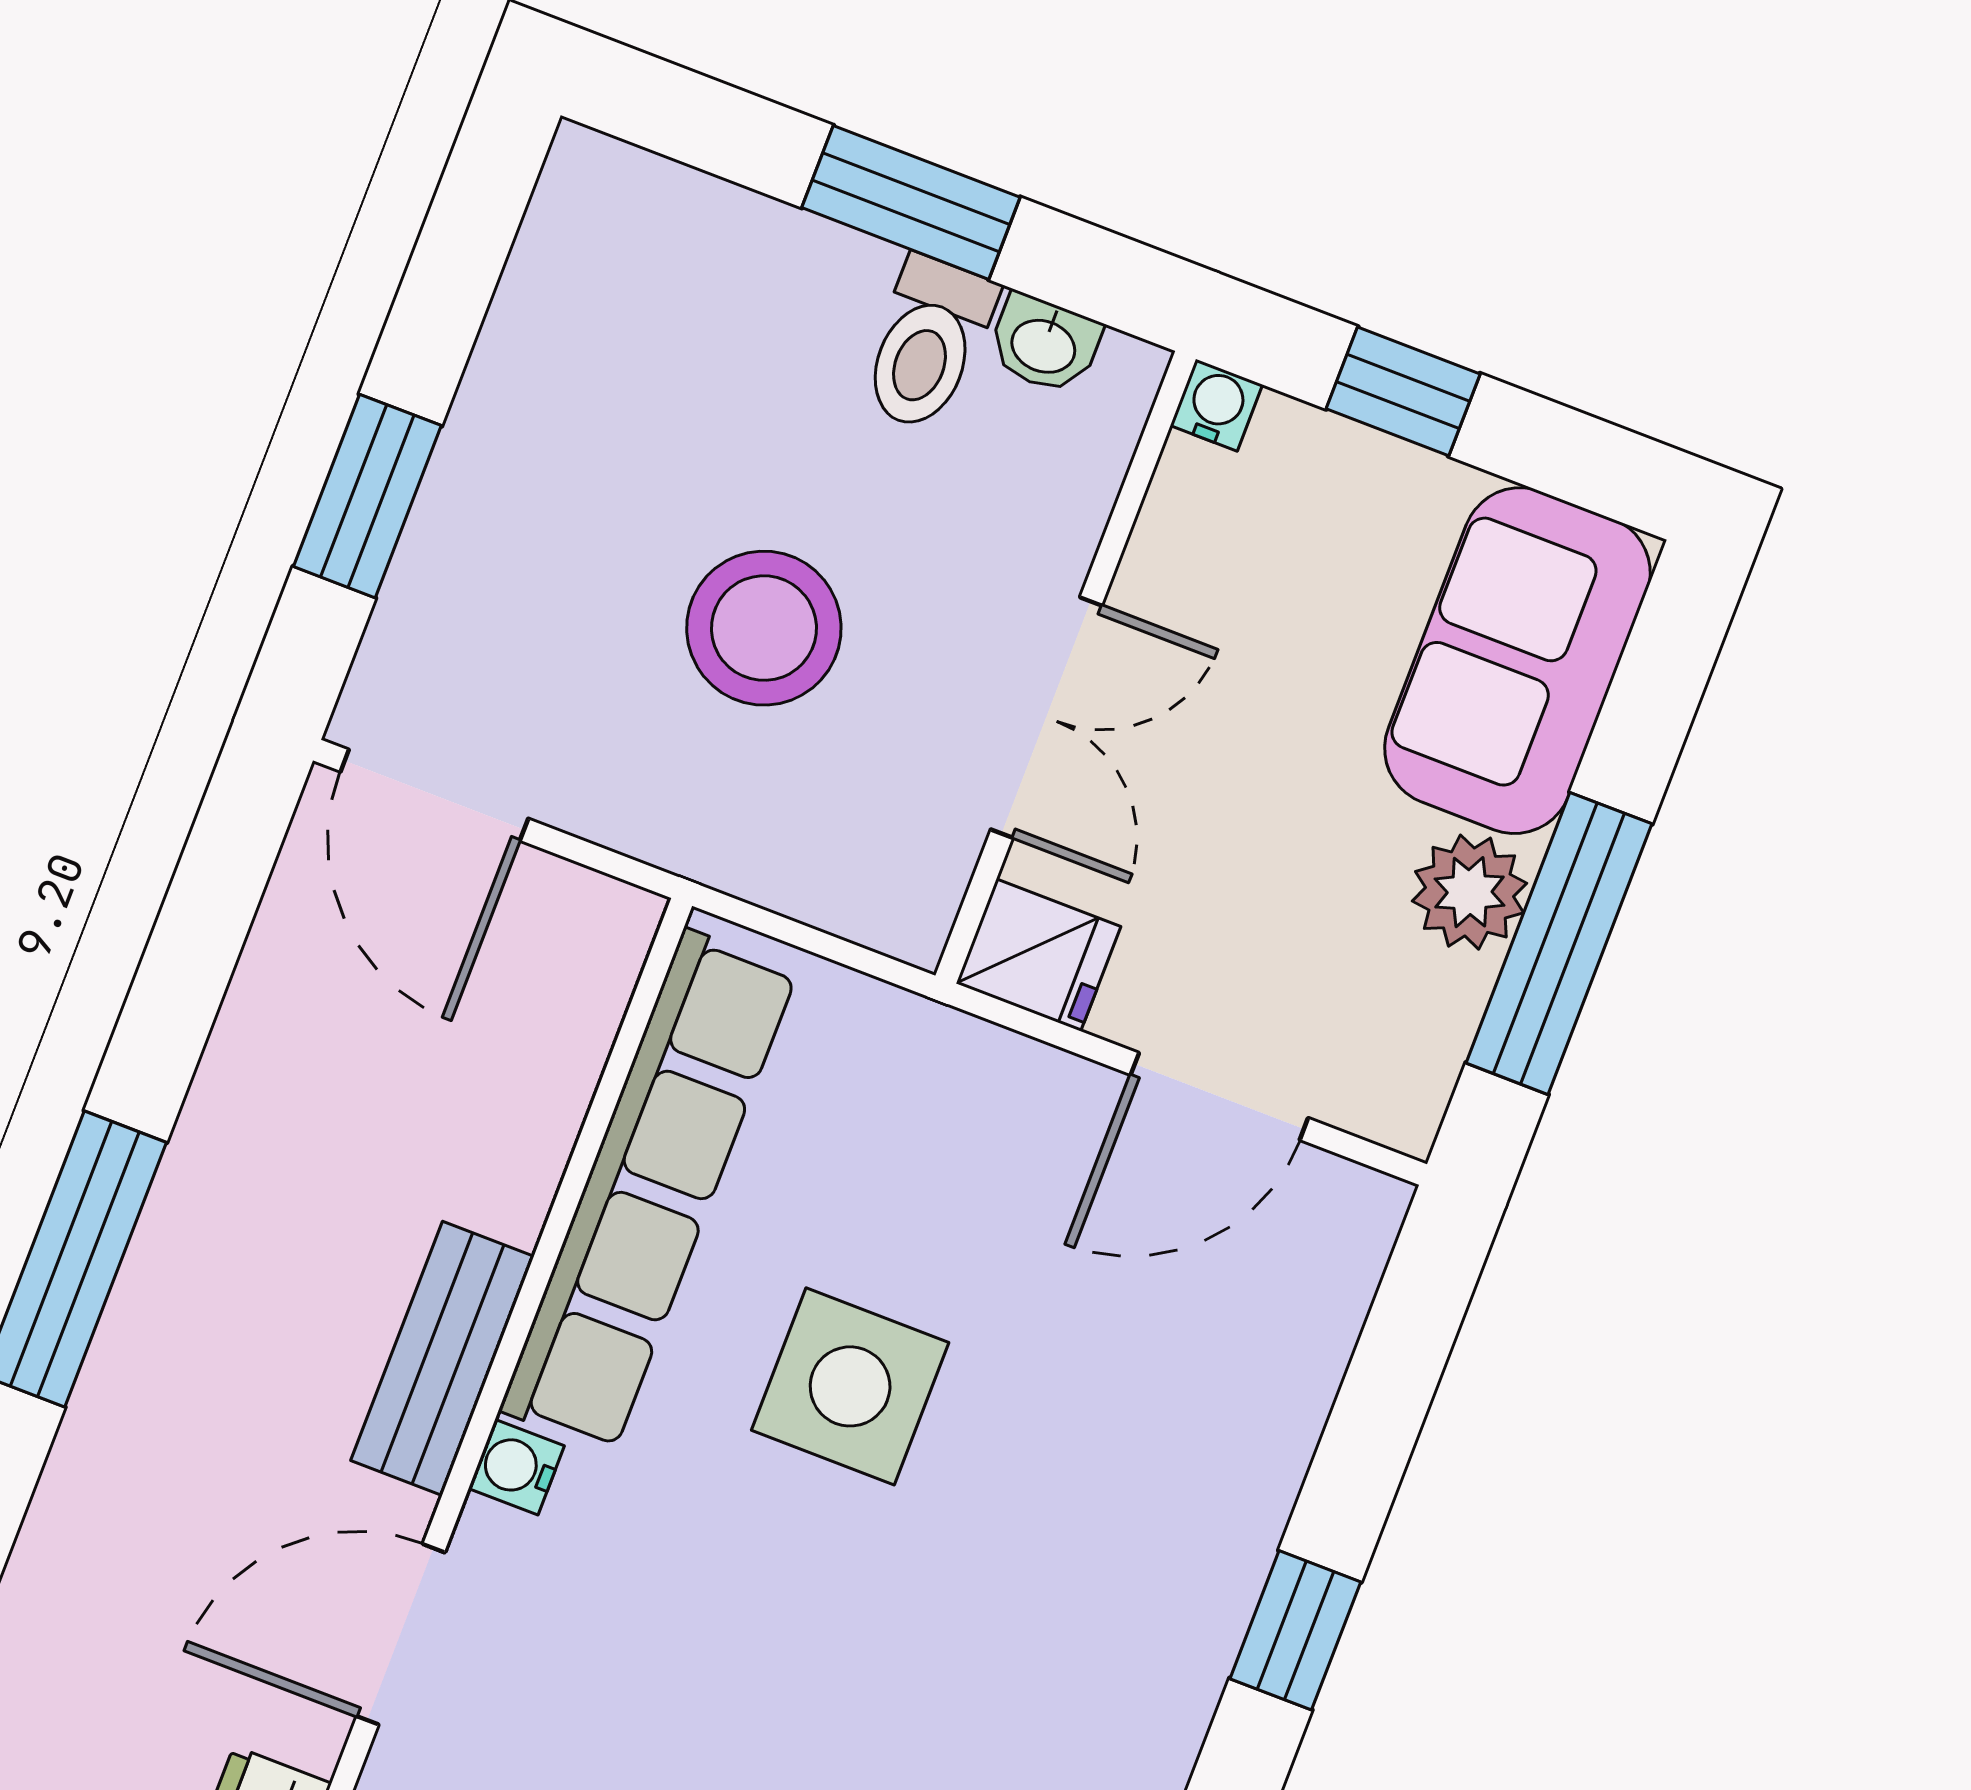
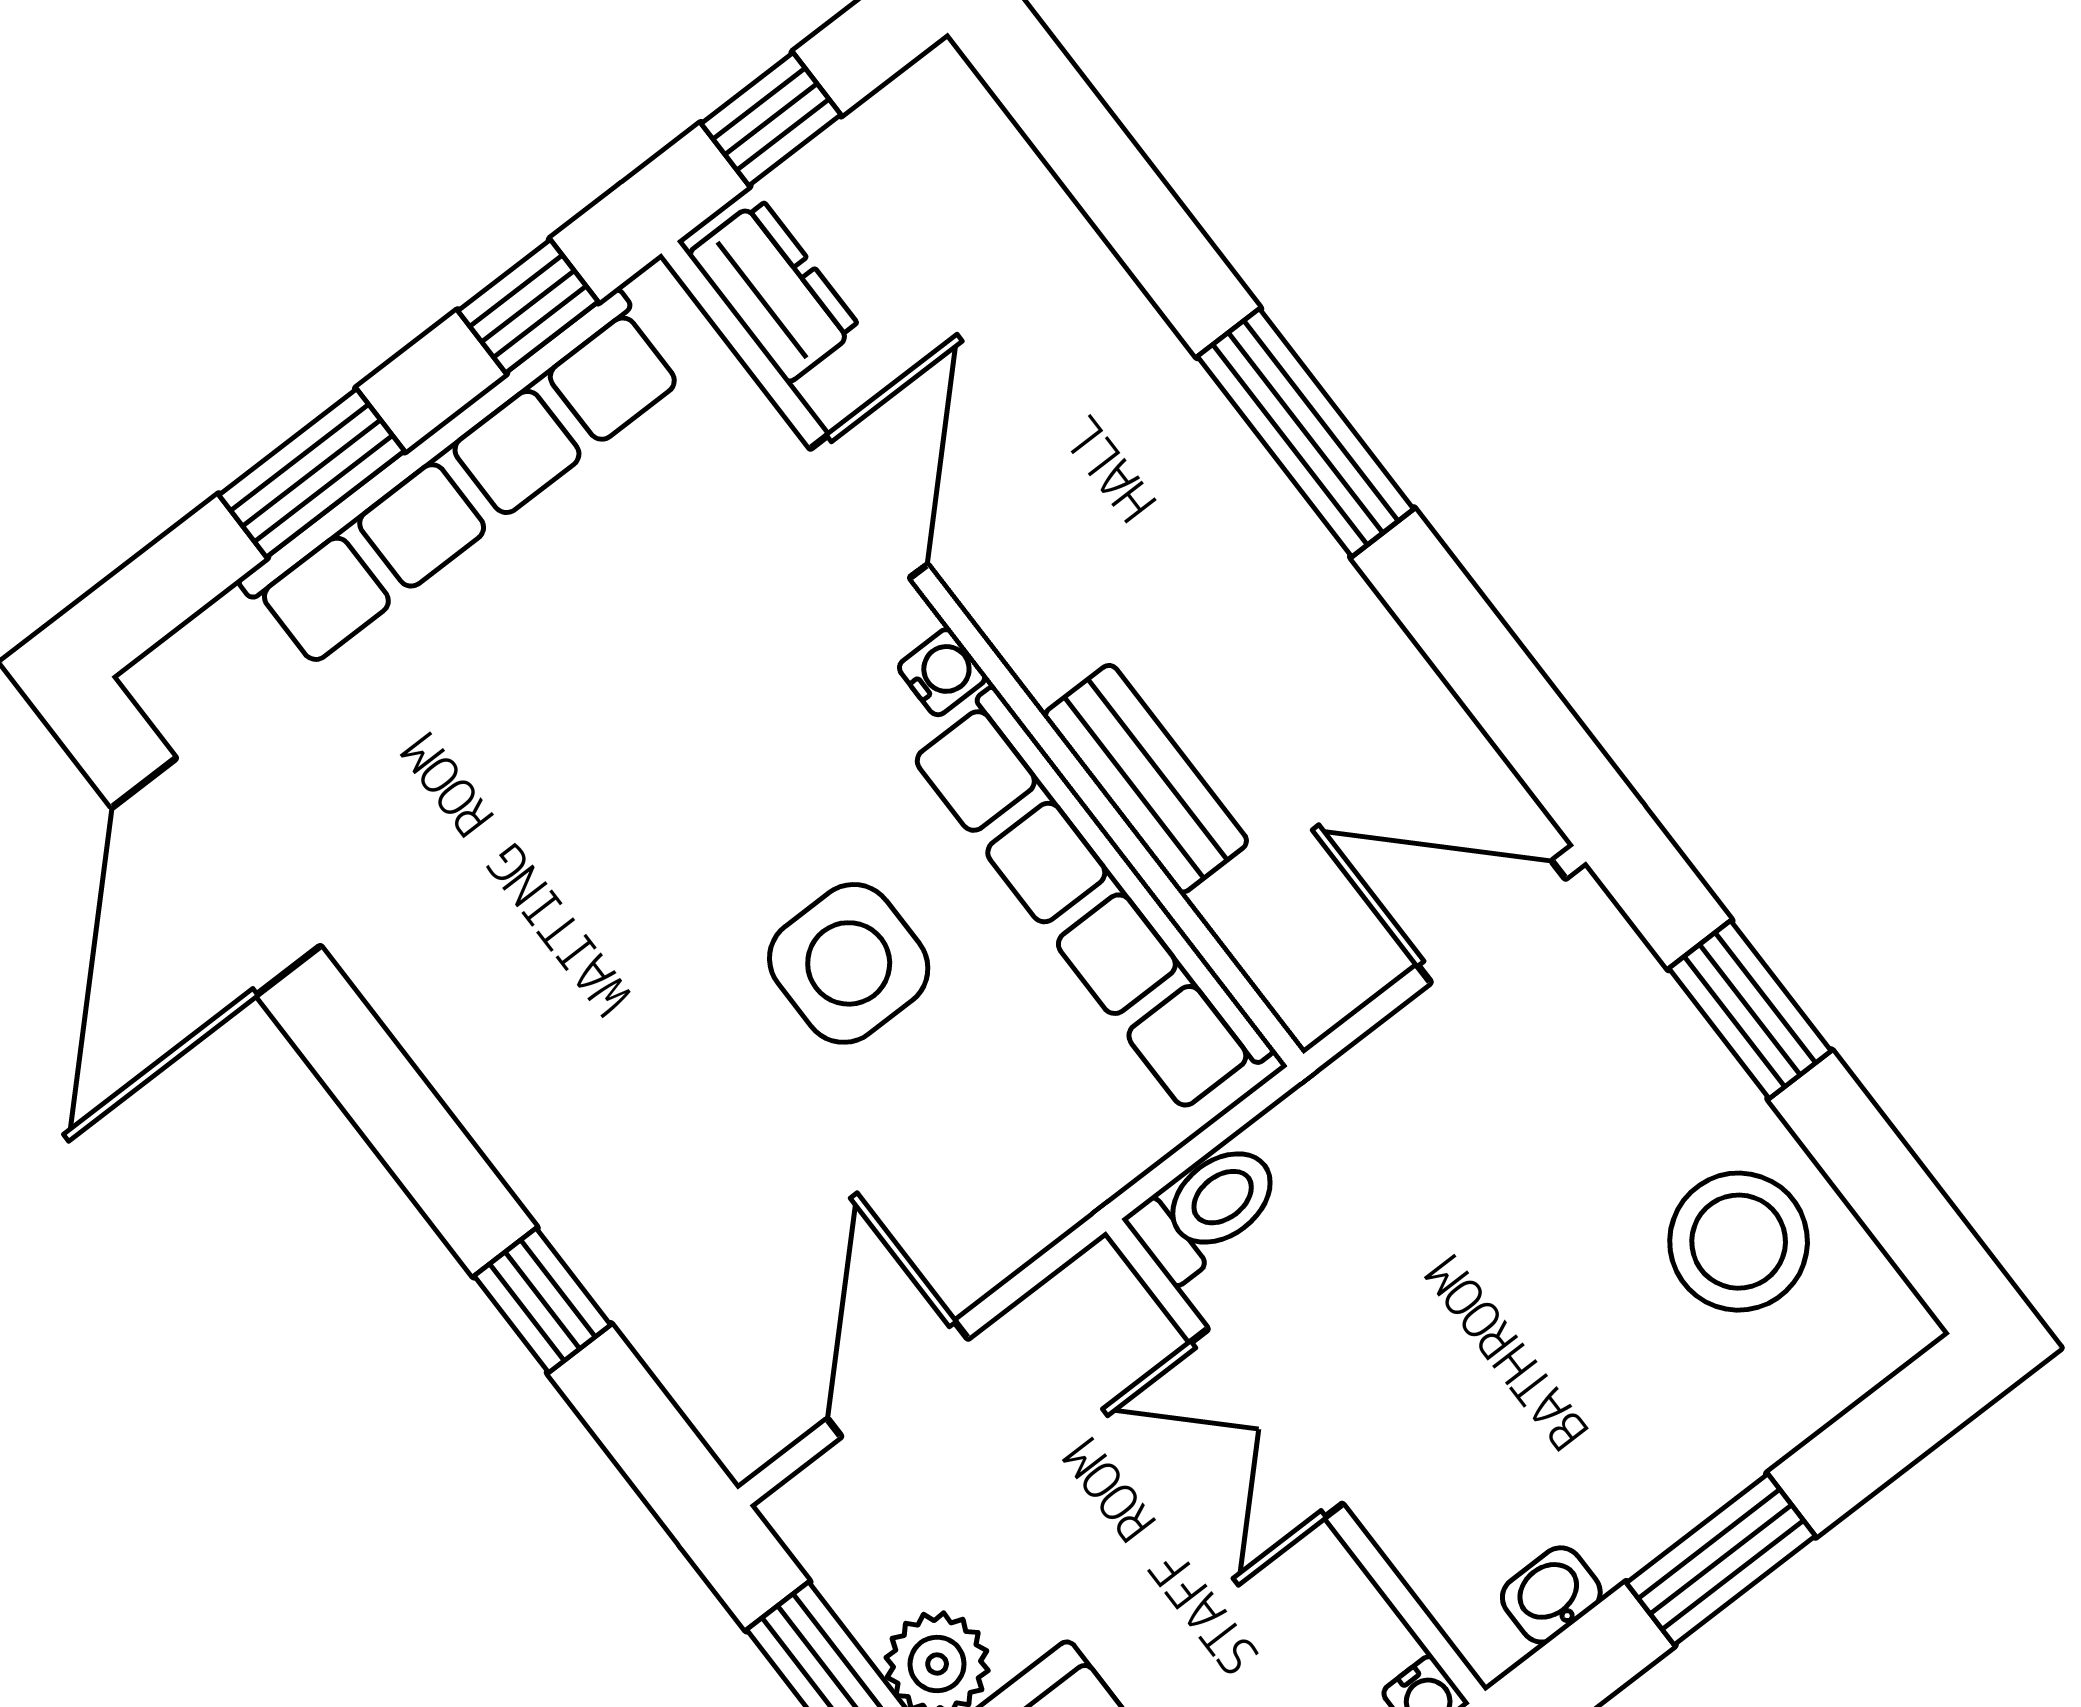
toilet: (928, 344) -> (1206, 1210), moved, turned 90
stool: (764, 628) -> (1739, 1242), moved
fridge: (1038, 955) -> (1089, 1307), removed
bench: (442, 1358) -> (1146, 779), moved
window: (1295, 1630) -> (542, 1300), moved

